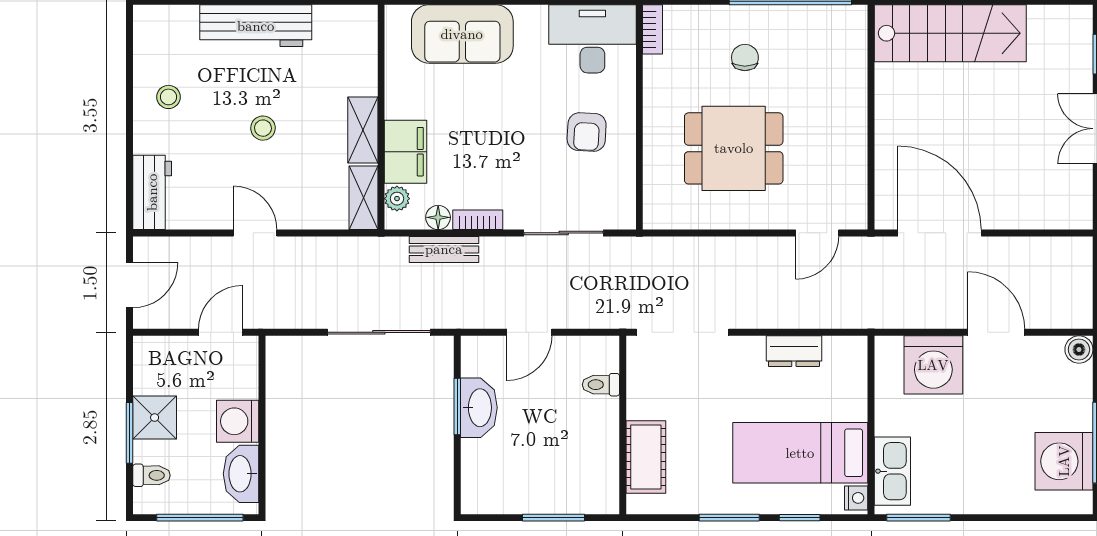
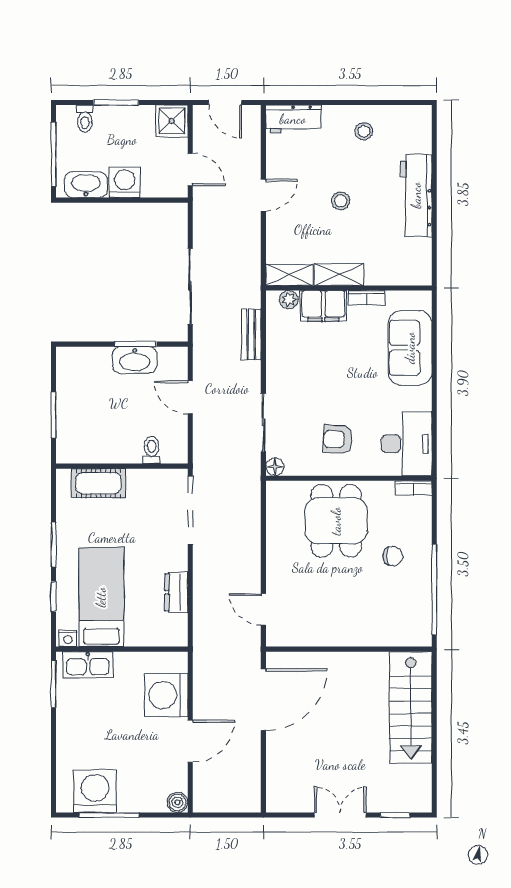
dining table: (734, 148) -> (336, 521), moved
floor lamp: (438, 217) -> (275, 467), moved
bookcase: (478, 220) -> (367, 298), moved, turned 90
shower: (155, 418) -> (172, 121), moved

